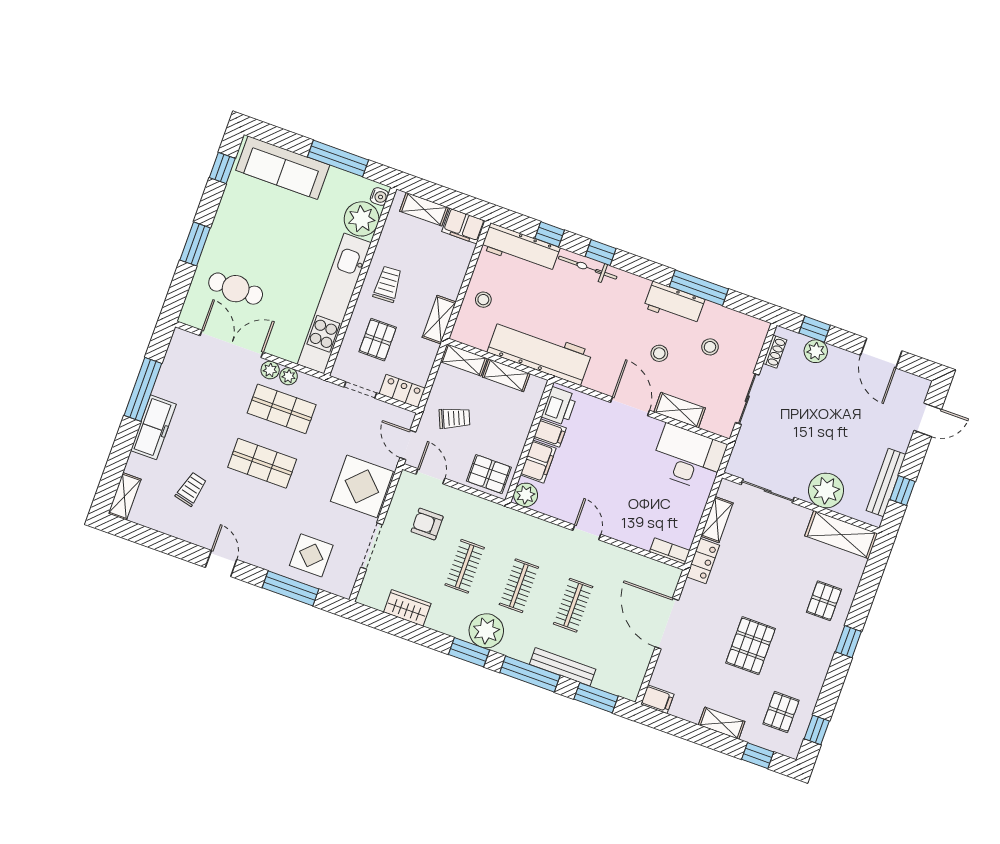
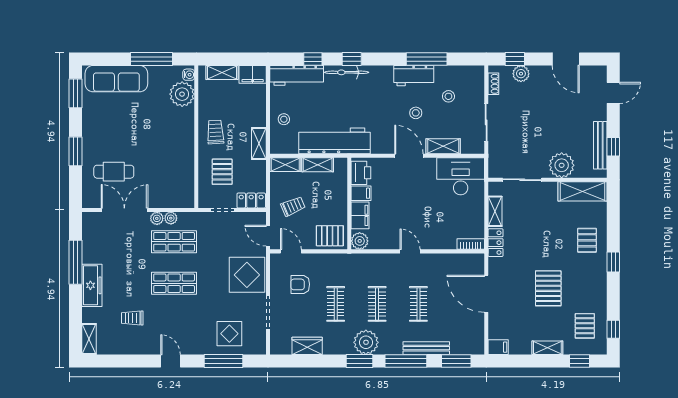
window: (222, 168) -> (76, 93), width x1.50
kitchen unit: (334, 304) -> (184, 158), removed
trolley: (191, 489) -> (132, 318), turned -104

